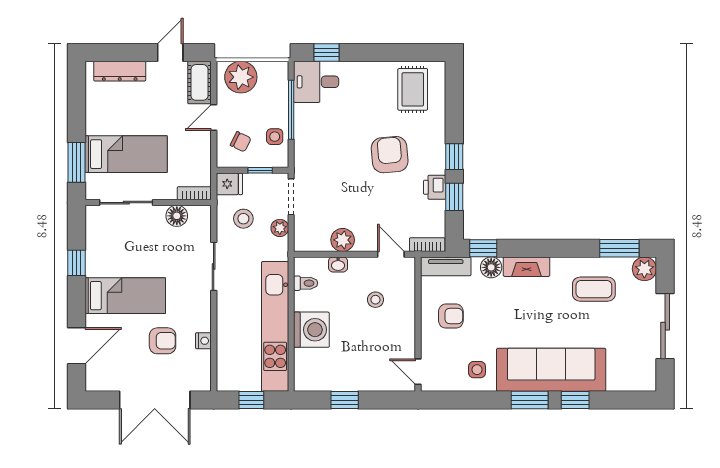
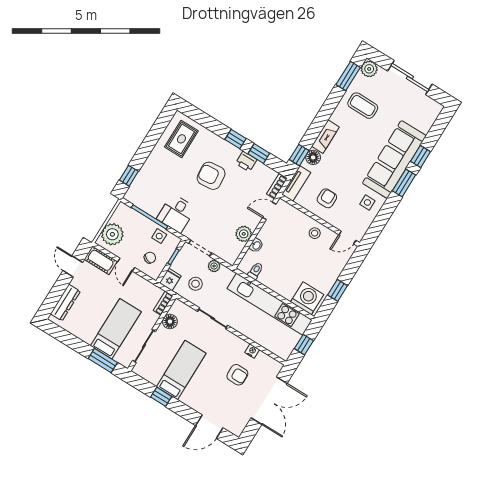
desk: (316, 82) -> (176, 213), moved
rug: (413, 89) -> (181, 139), turned 90
coffee table: (594, 289) -> (363, 106), turned 90
bed: (125, 296) -> (181, 370), moved
stool: (375, 300) -> (315, 233), moved
washing machine: (311, 330) -> (307, 298), moved
armchair: (163, 341) -> (237, 375), turned 90
door: (76, 346) -> (209, 427), swing flipped

